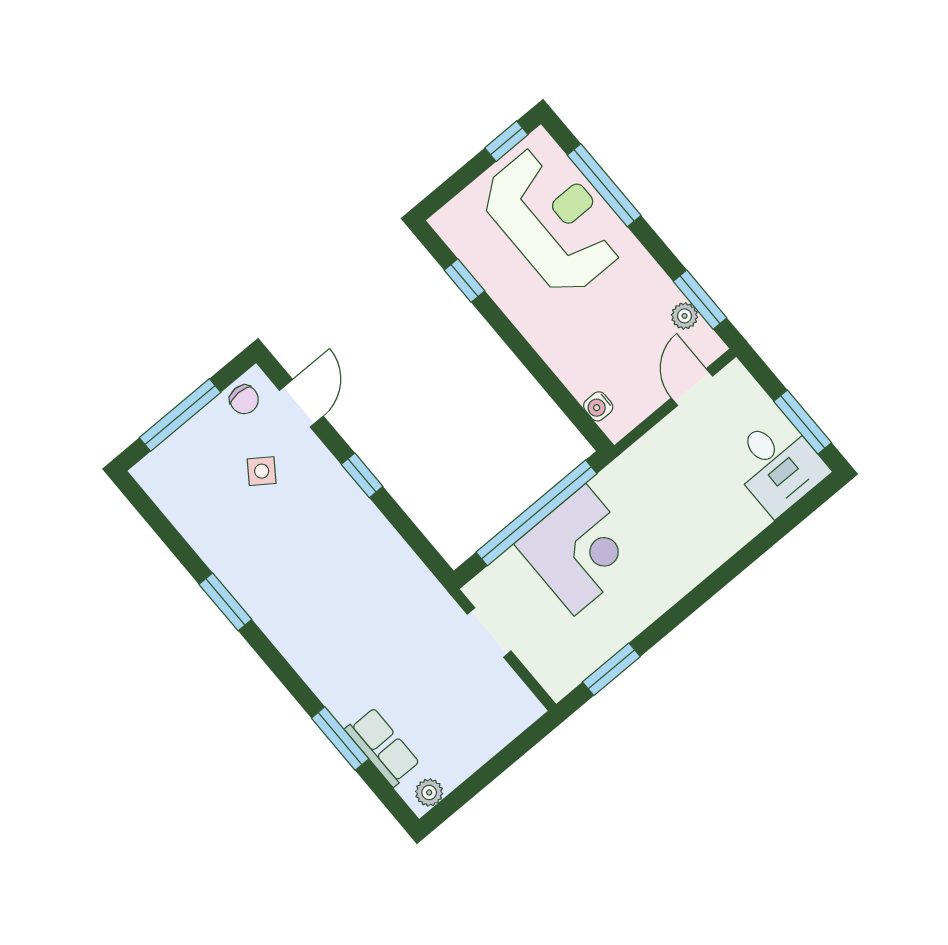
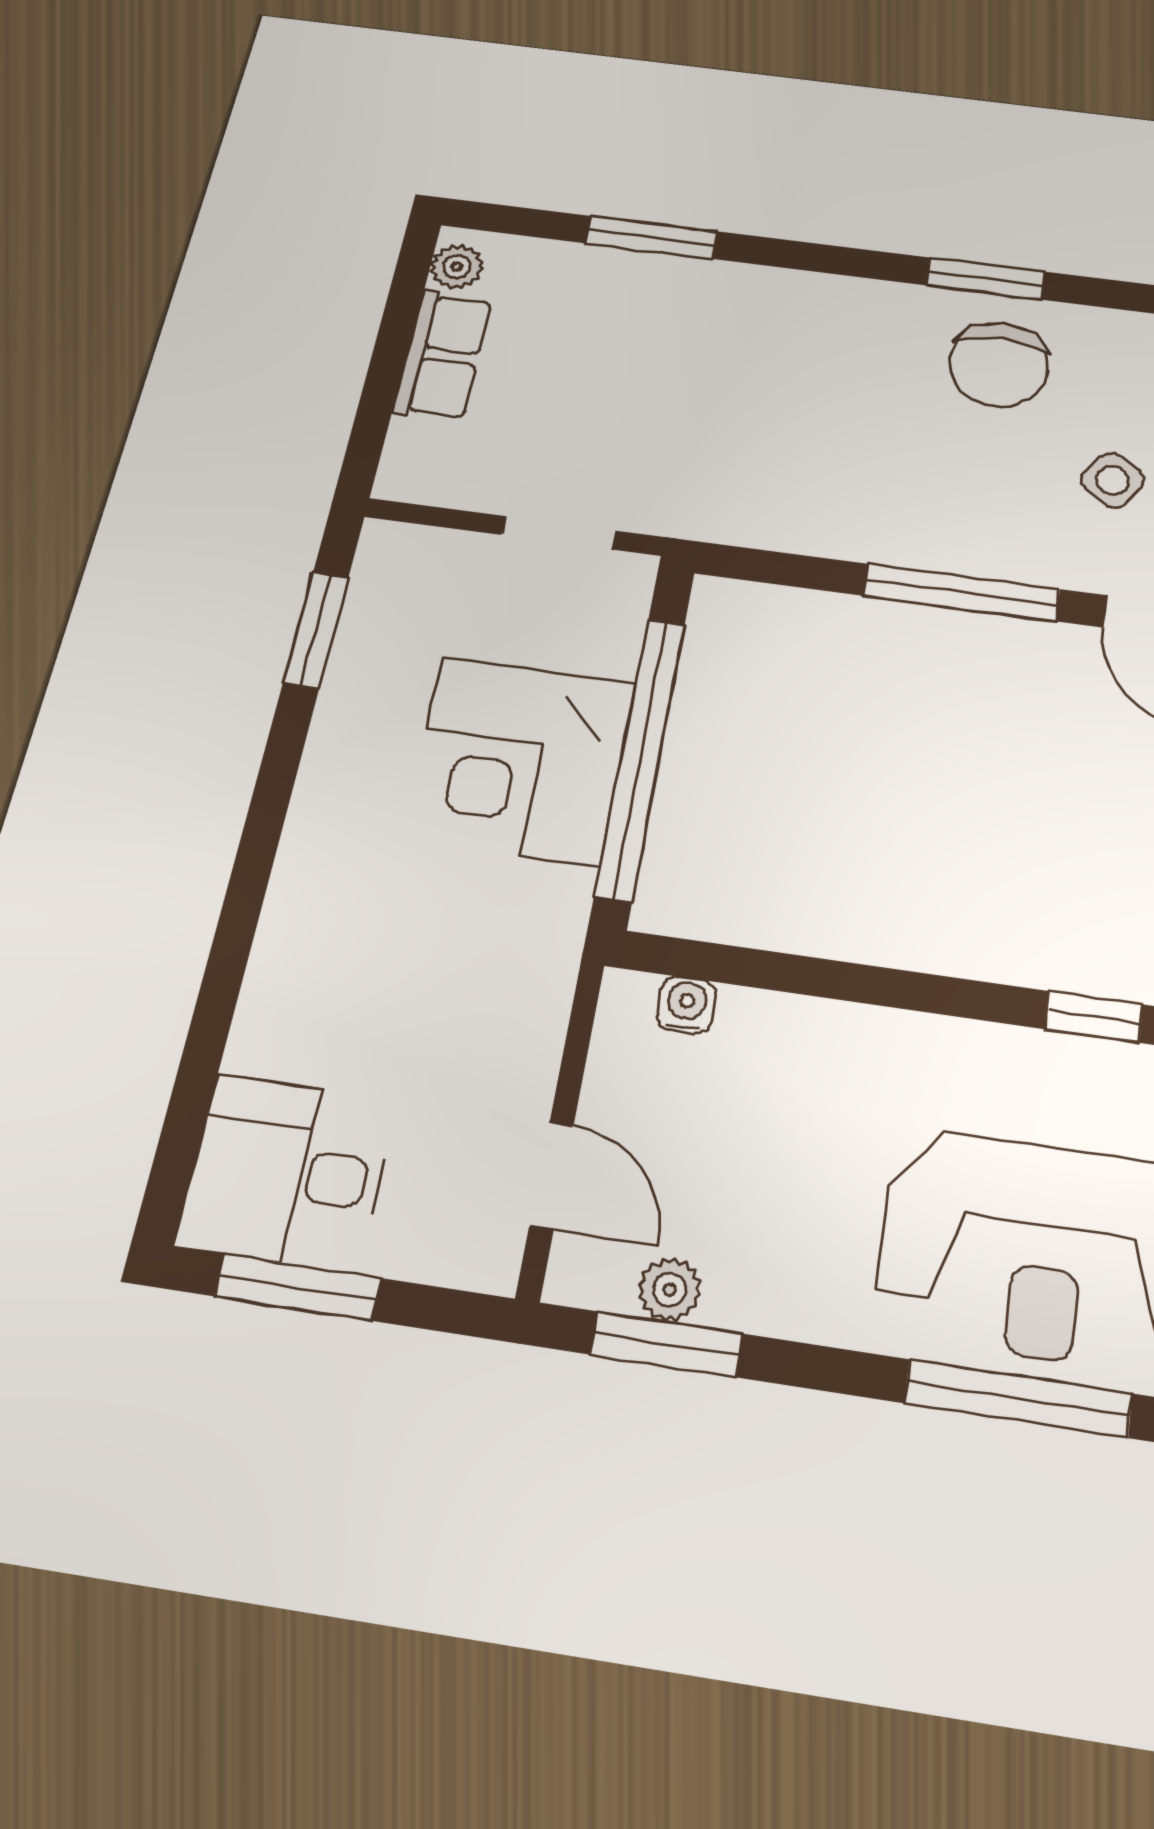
window: (362, 475) -> (962, 592), width x2.17
chair: (257, 559) -> (999, 365), added
row of seats: (383, 747) -> (443, 355), moved, turned -90

